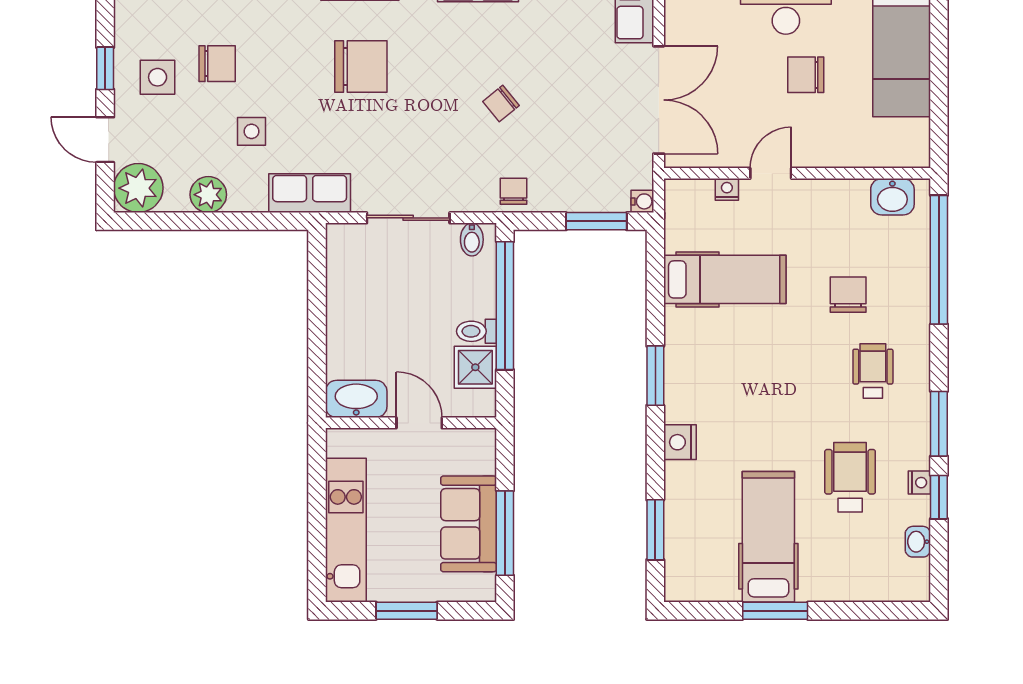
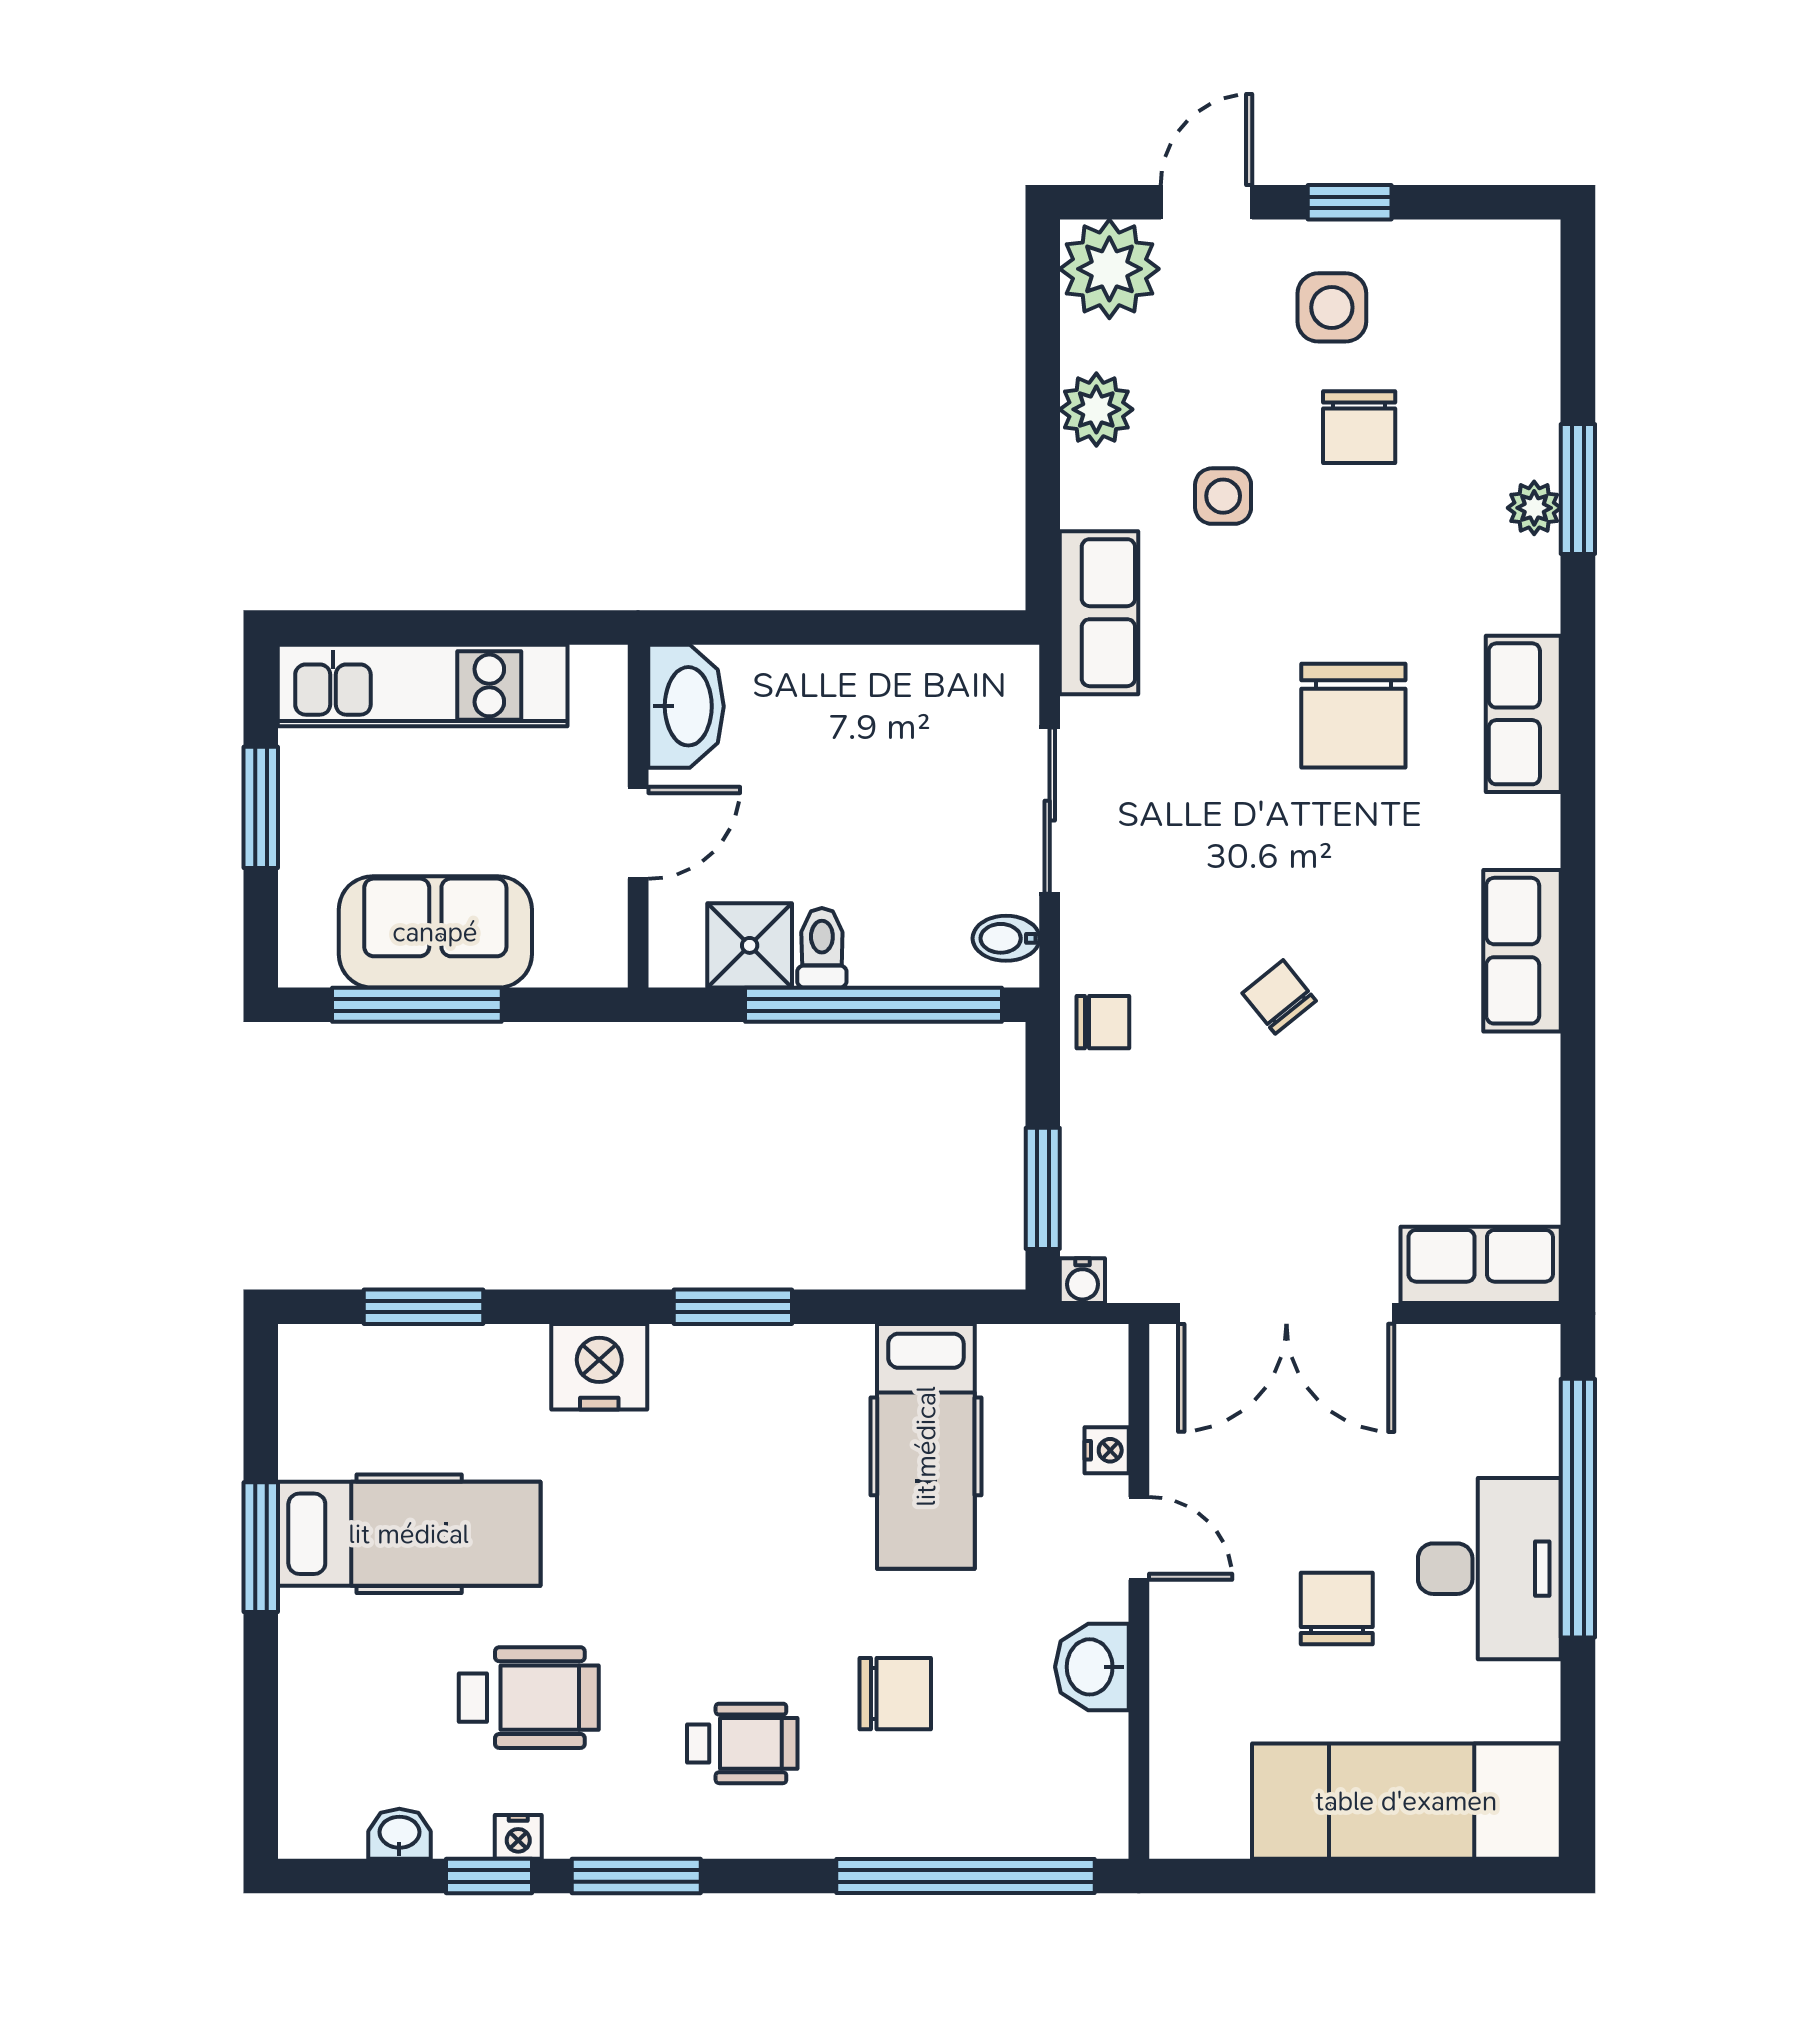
washbasin: (892, 197) -> (1092, 1667), moved
nightstand: (680, 442) -> (599, 1367), width x1.36, depth x1.33

